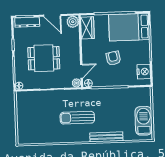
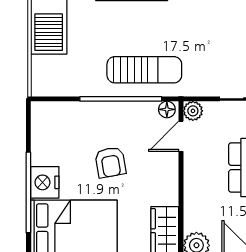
nightstand: (144, 72) -> (45, 182), moved
sun lounger: (77, 118) -> (144, 70), moved

